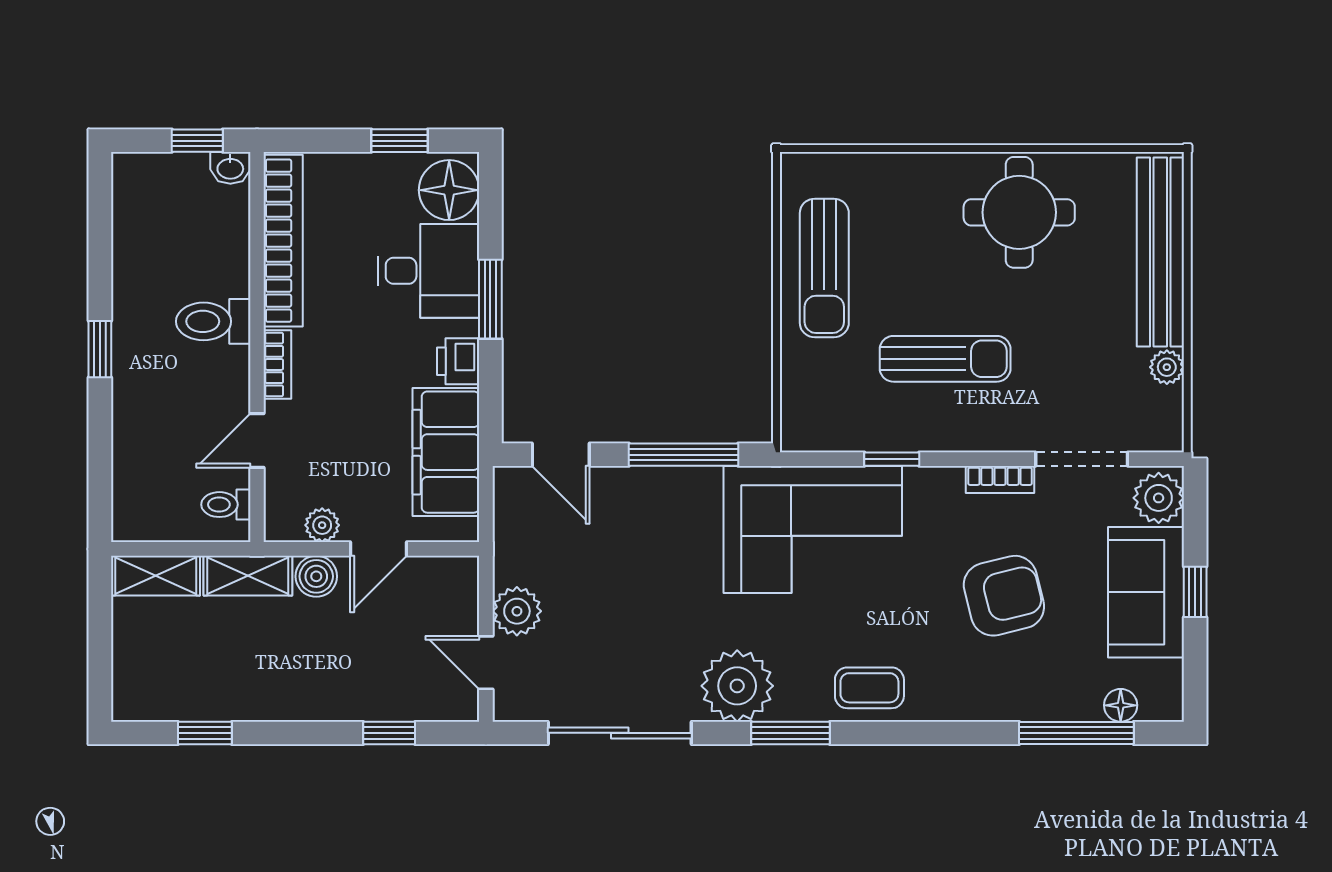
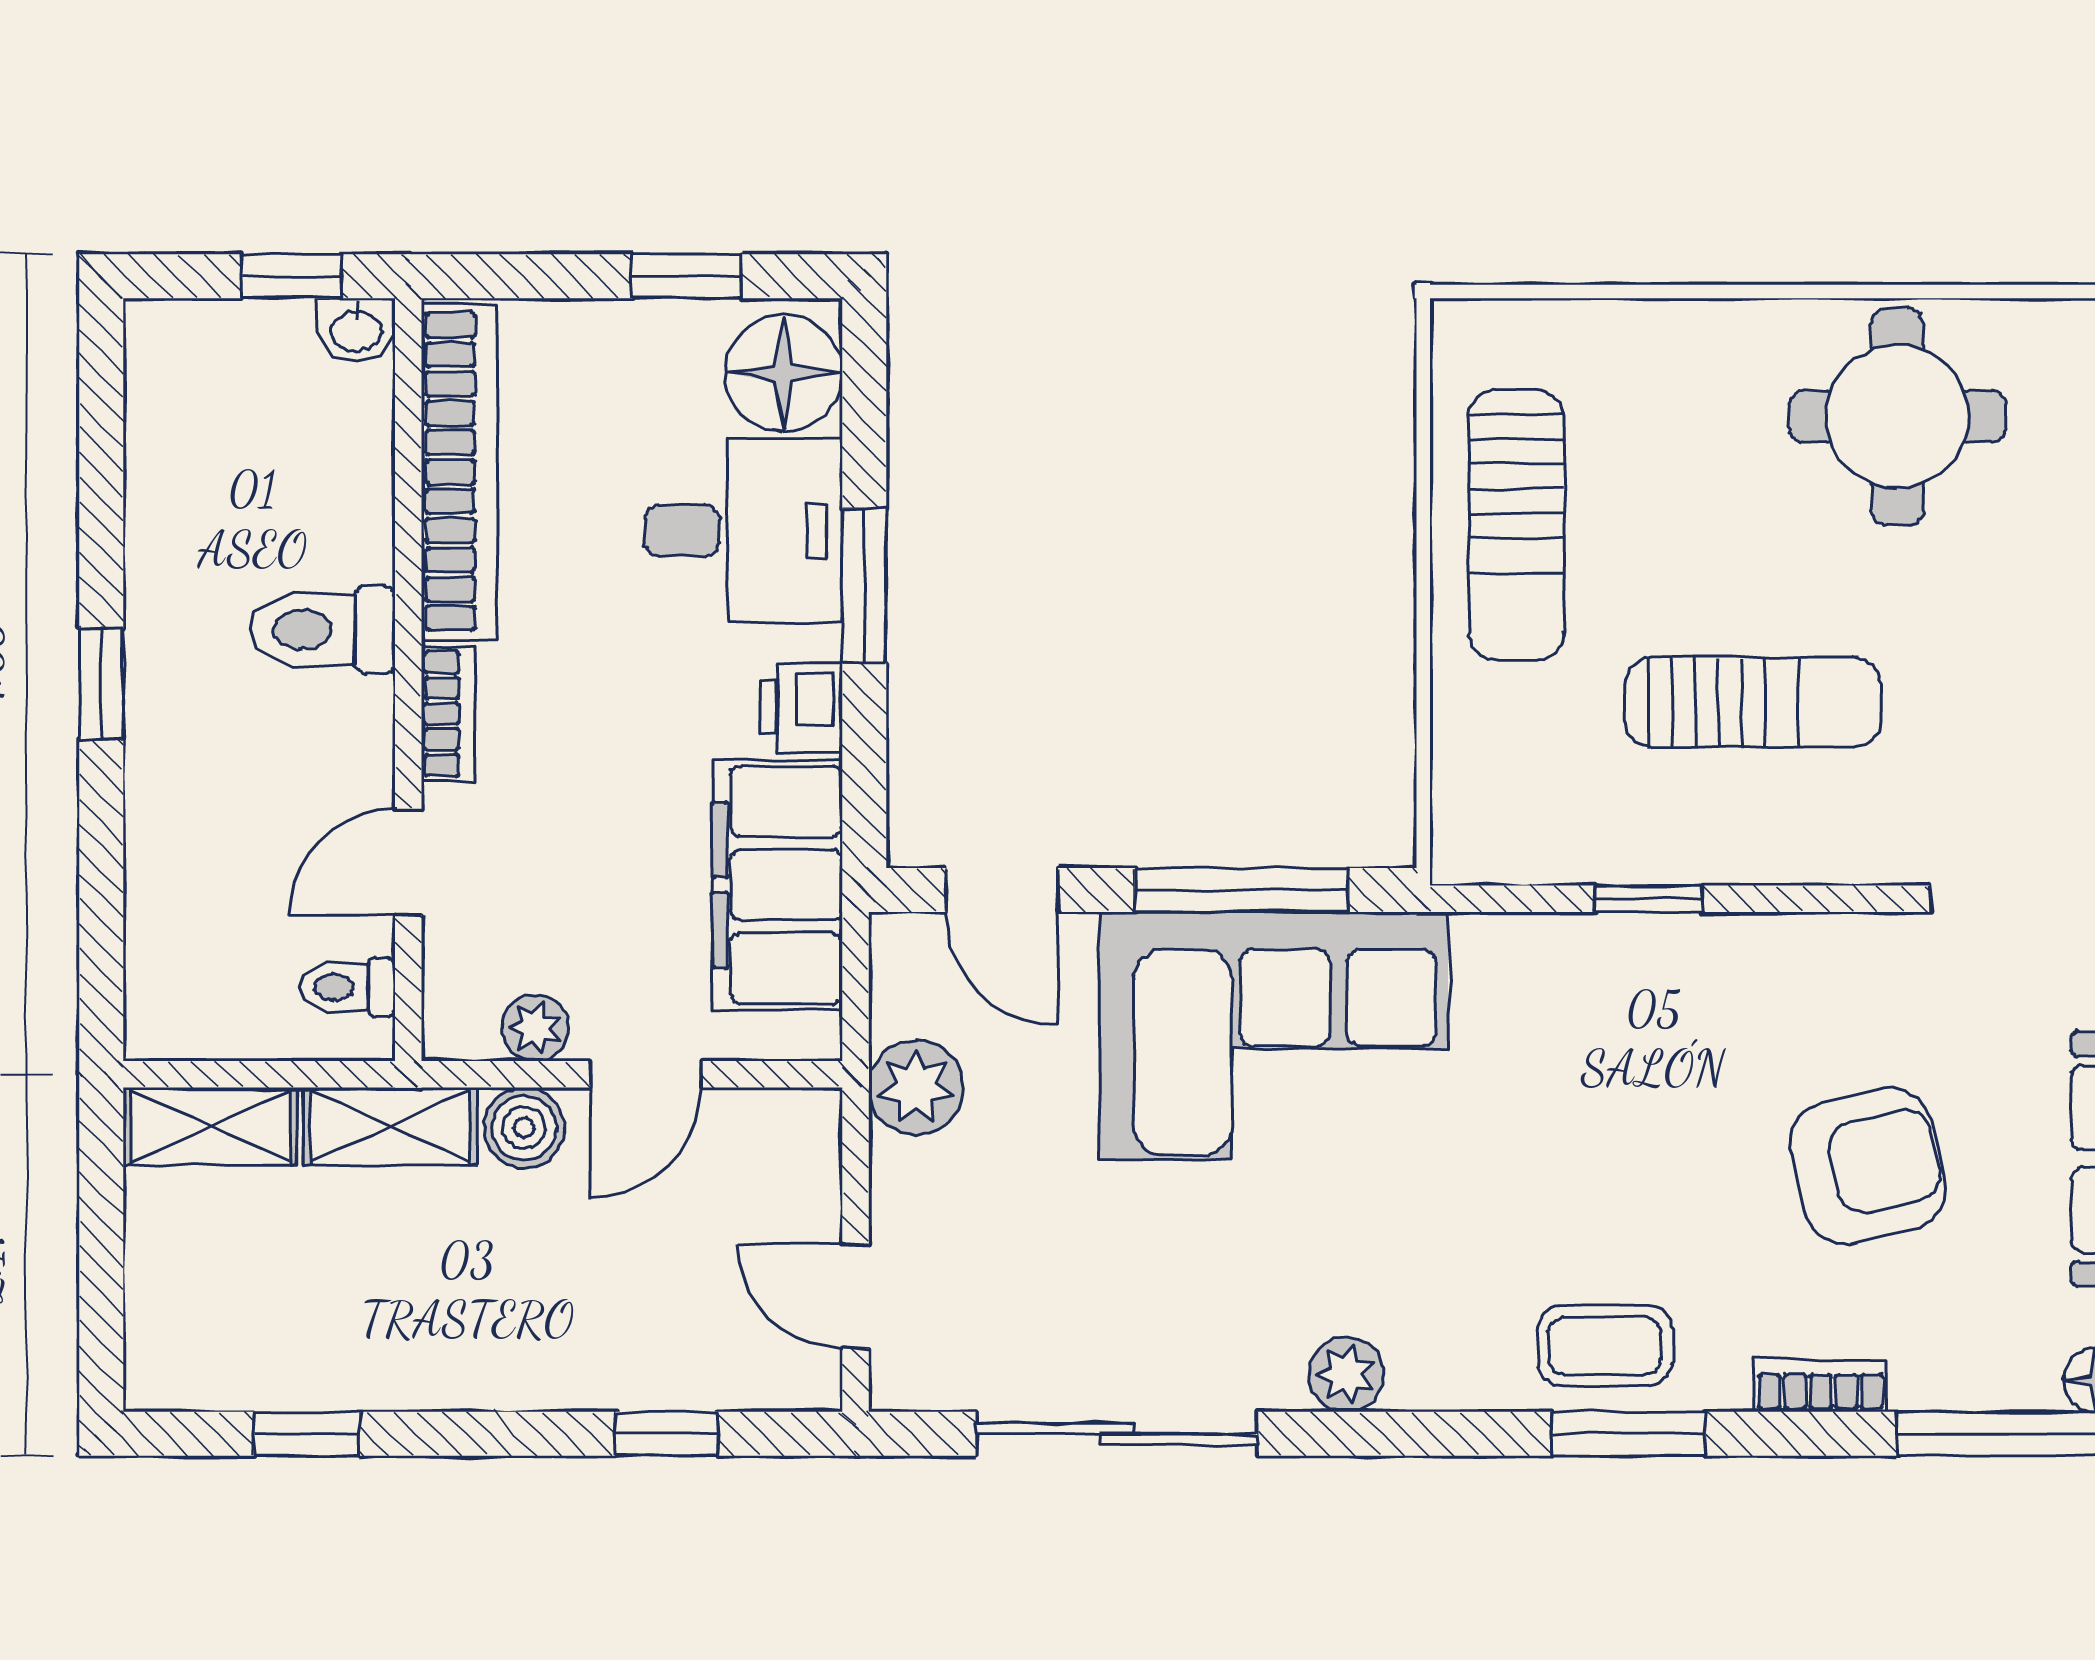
bookcase: (1000, 480) -> (1821, 1385), moved, turned 180
corner sofa: (813, 530) -> (1274, 1036), moved
plant: (517, 611) -> (916, 1088), moved
plant: (737, 686) -> (1346, 1374), width x0.53, depth x0.53
window: (791, 733) -> (1629, 1434), moved

